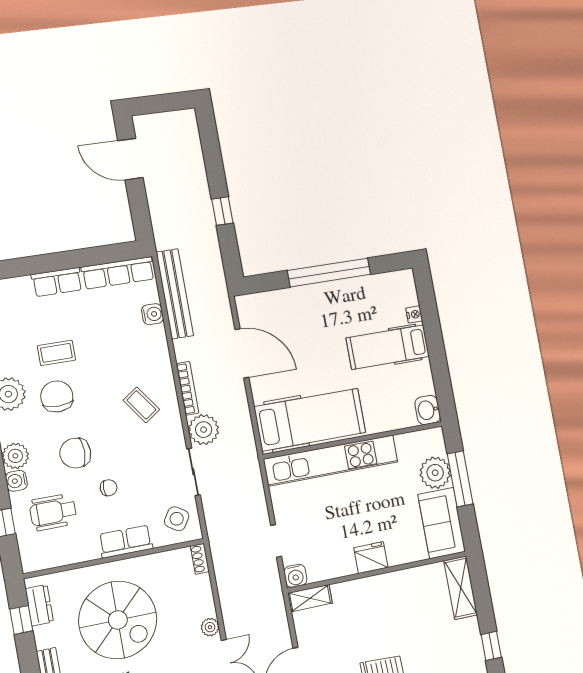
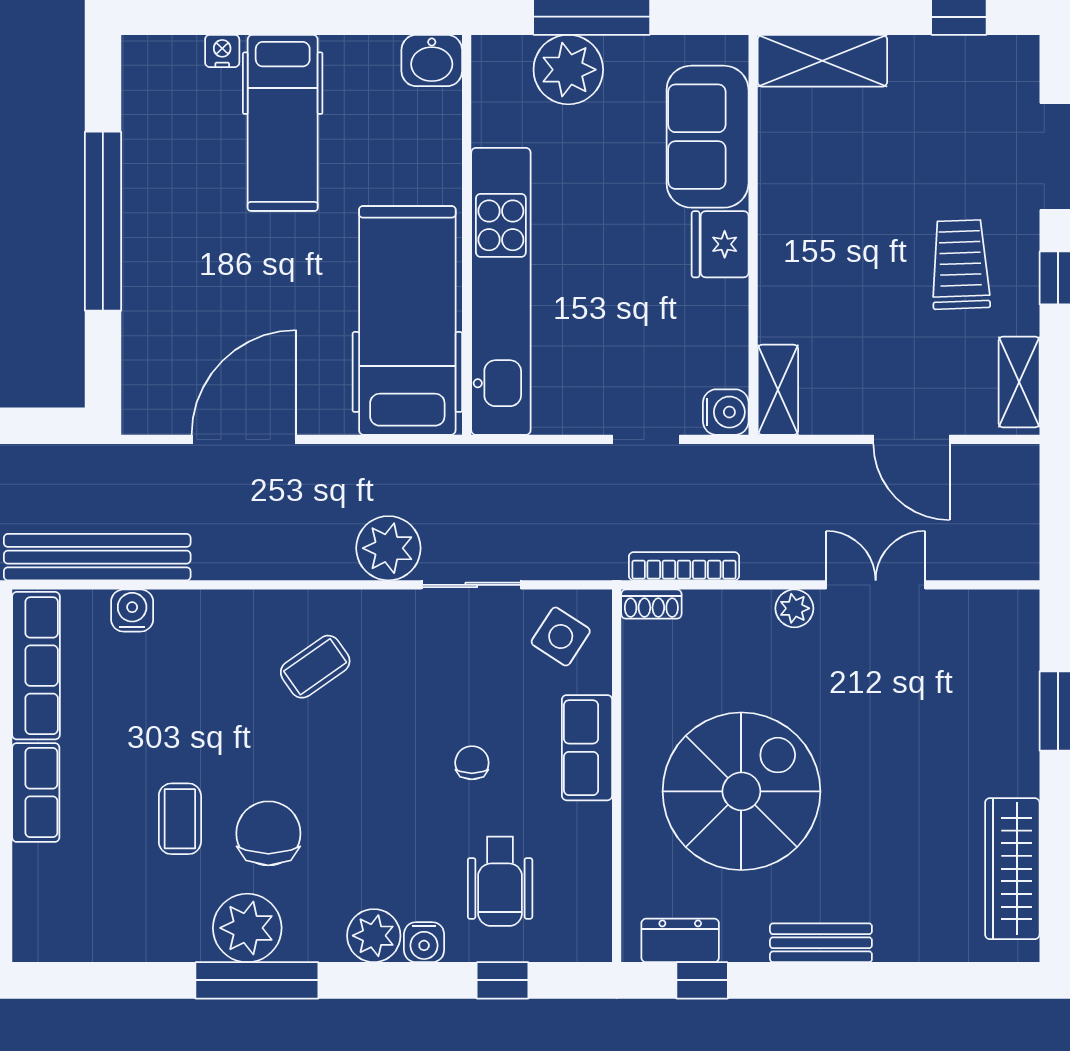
bookcase: (187, 388) -> (684, 566), moved
chair: (57, 396) -> (268, 833), turned 90
chair: (75, 453) -> (390, 817), removed
sofa: (442, 523) -> (708, 137), moved, turned 90

